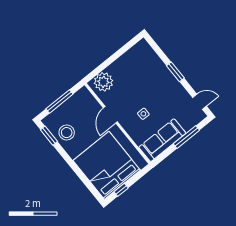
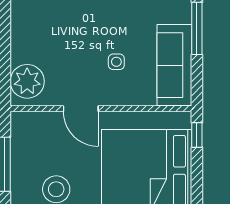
window: (121, 190) -> (197, 135), moved

